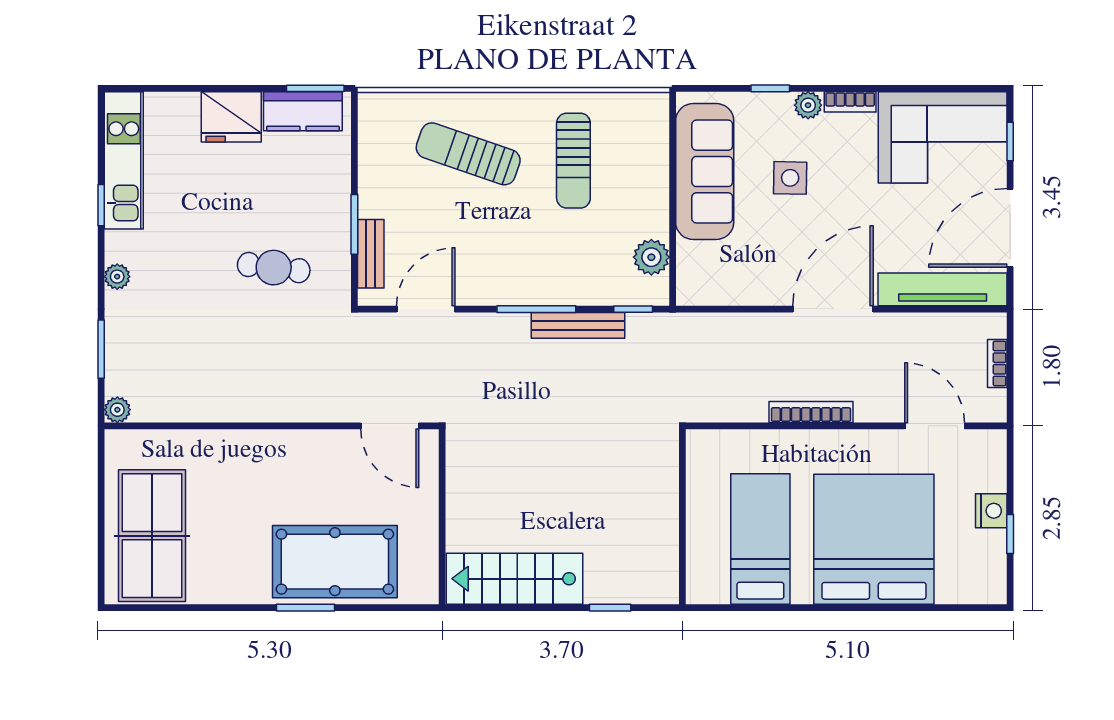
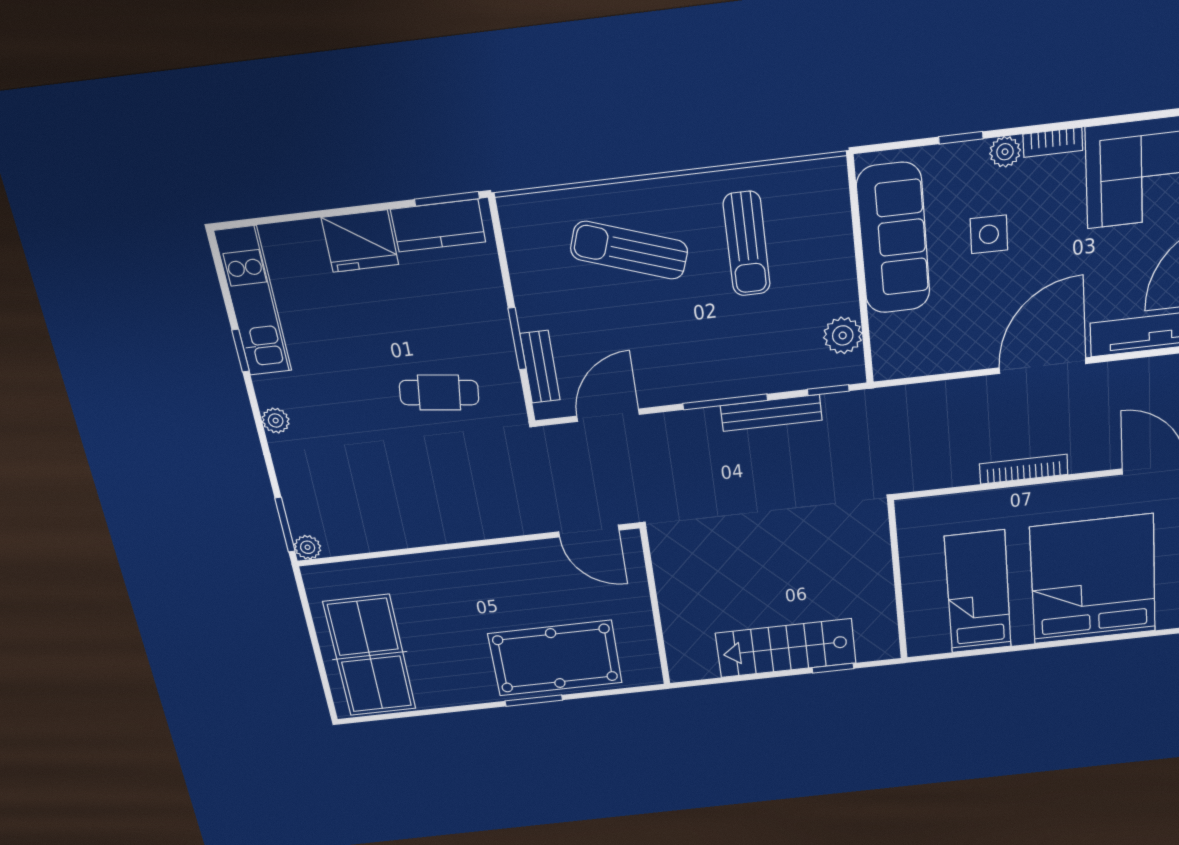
window: (101, 349) -> (285, 525), moved
stairs: (515, 579) -> (786, 648), moved

